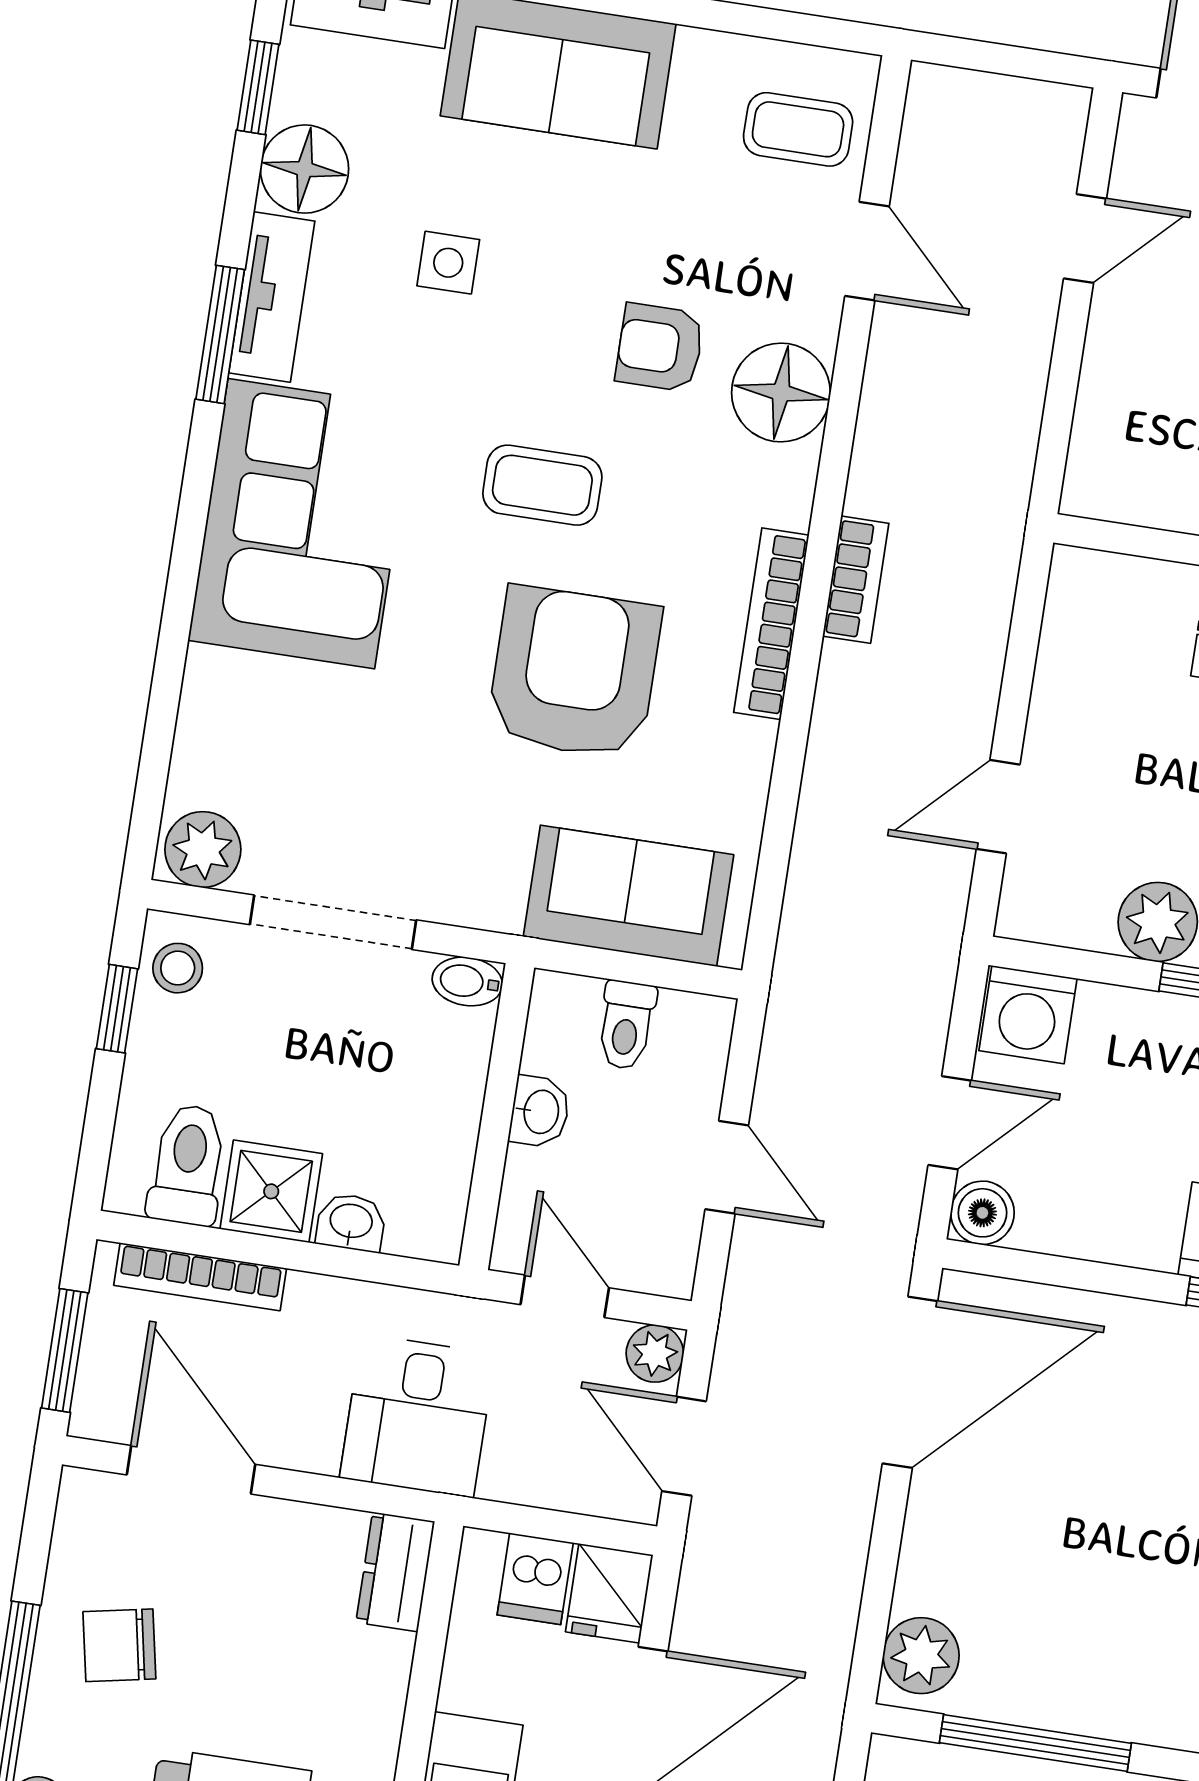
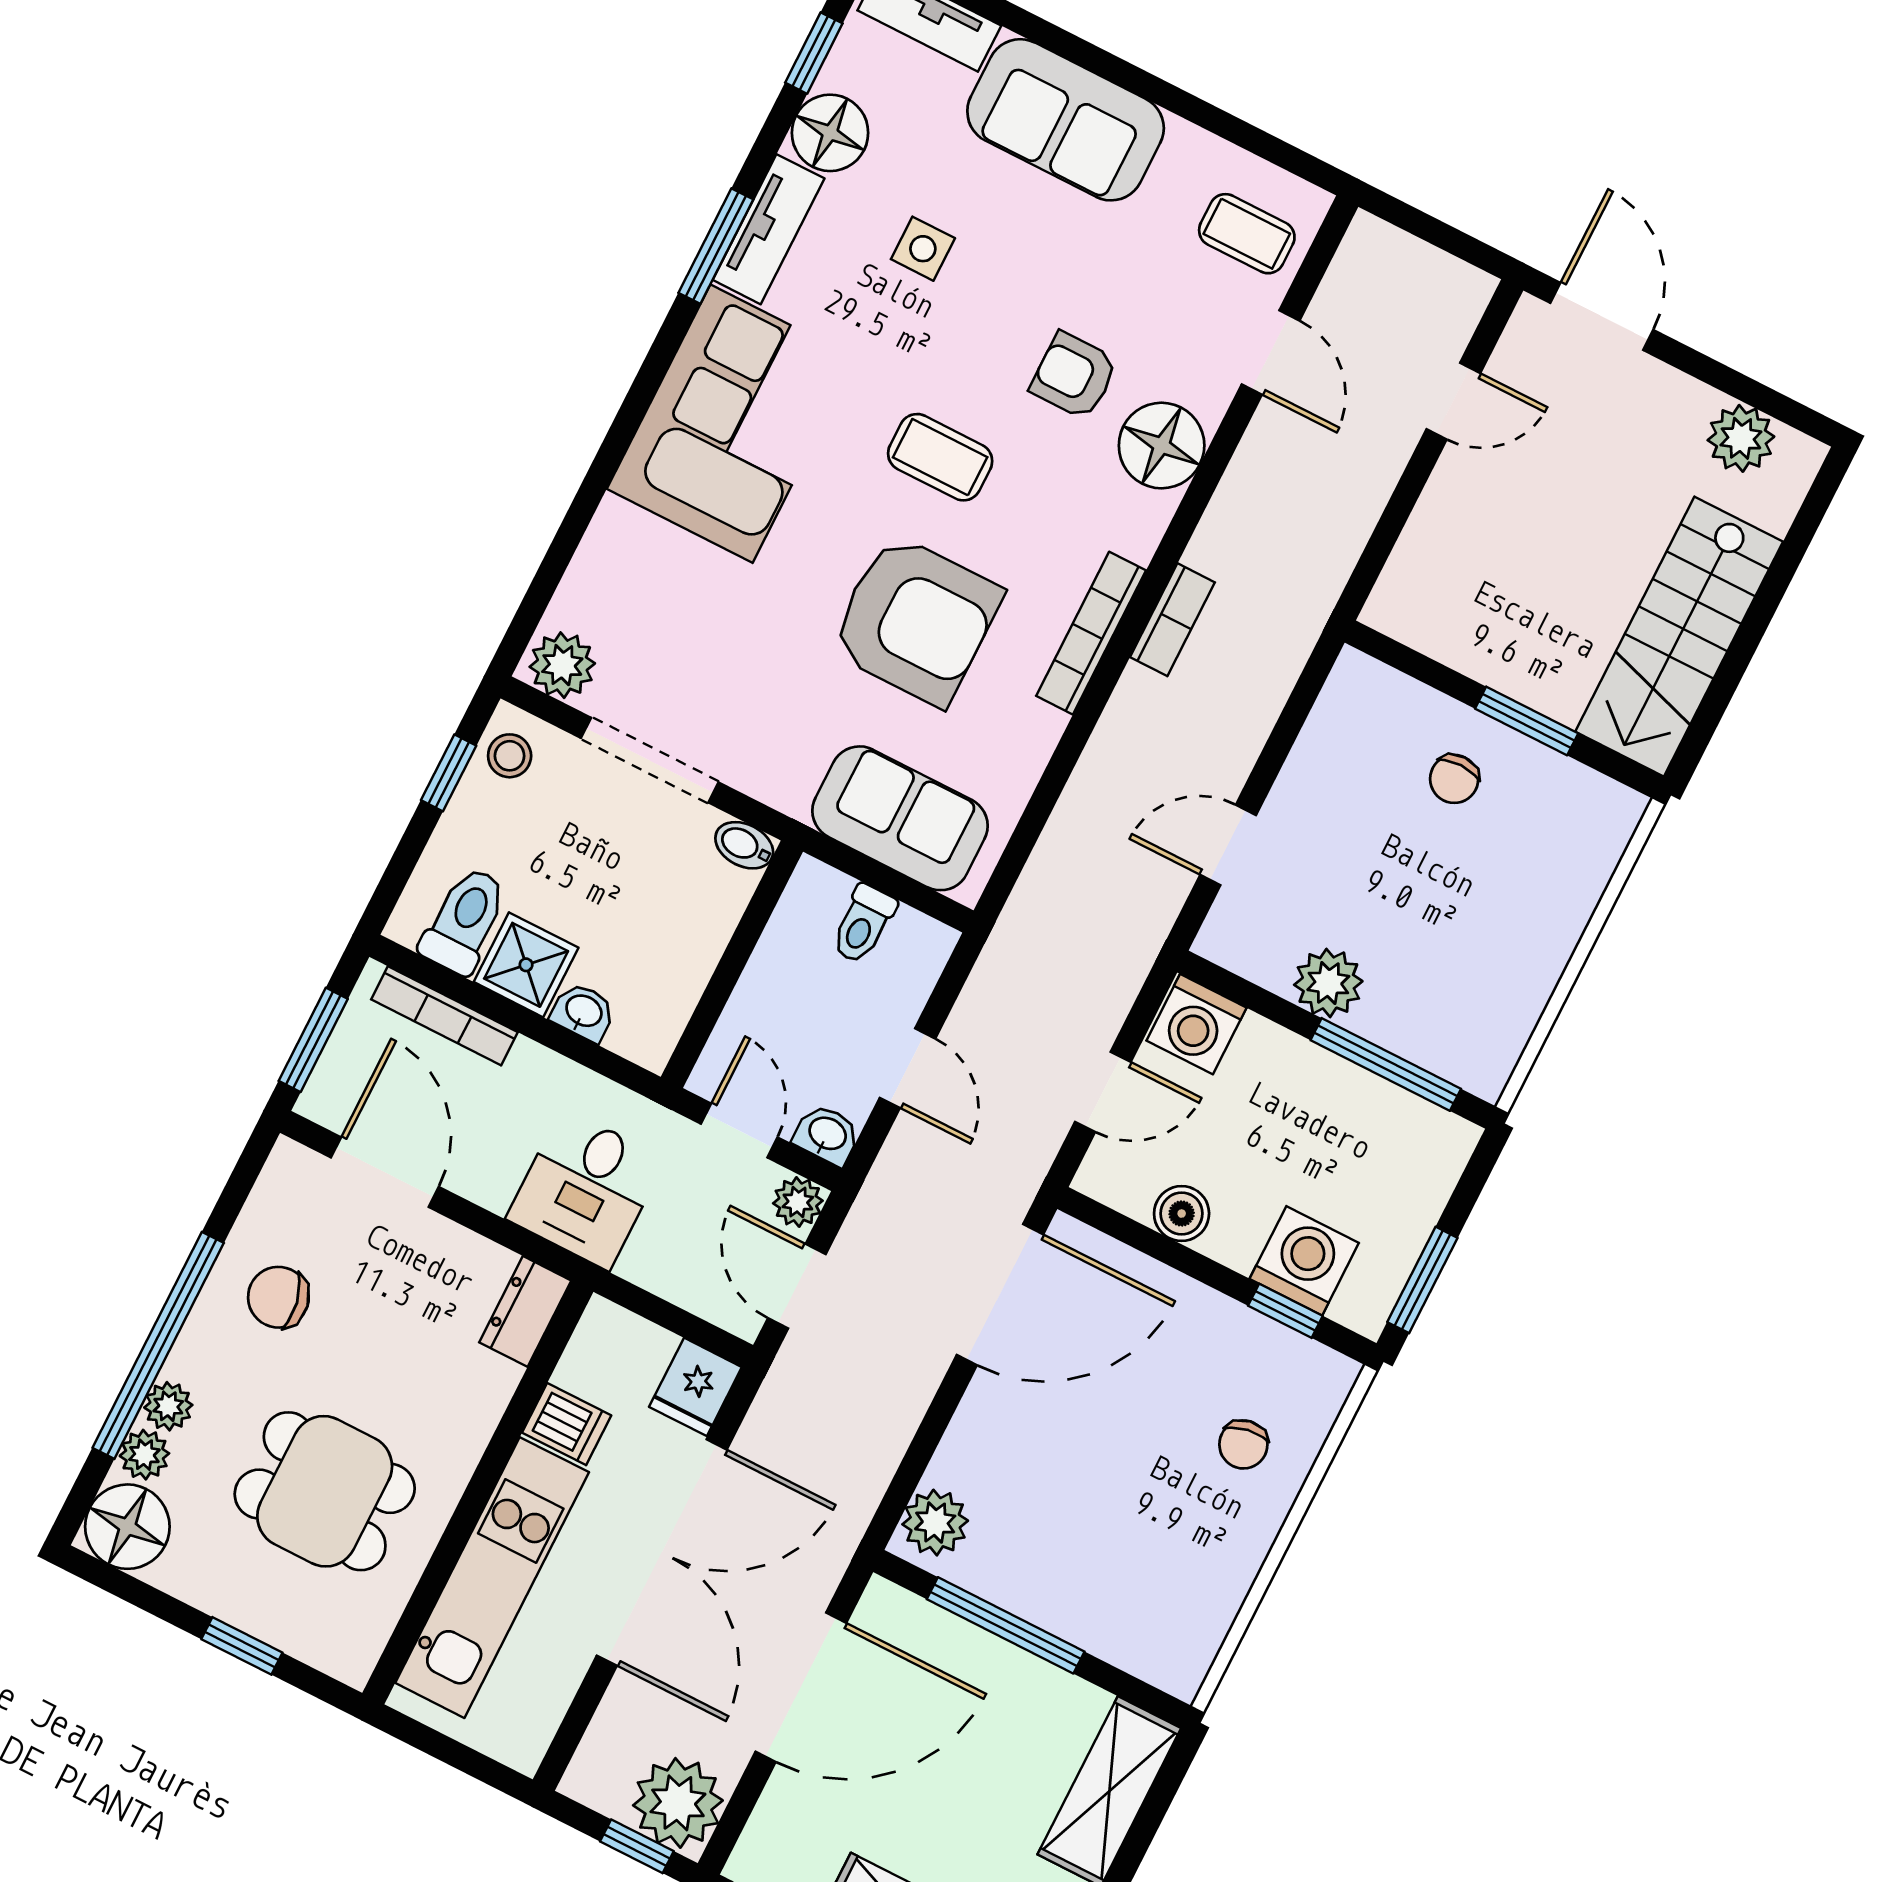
armchair: (574, 673) -> (916, 620), turned 90
washbasin: (540, 1112) -> (827, 1135), moved, turned -90
boiler: (982, 1213) -> (1182, 1214), moved
dishwasher: (535, 1579) -> (567, 1424), moved, turned -90

